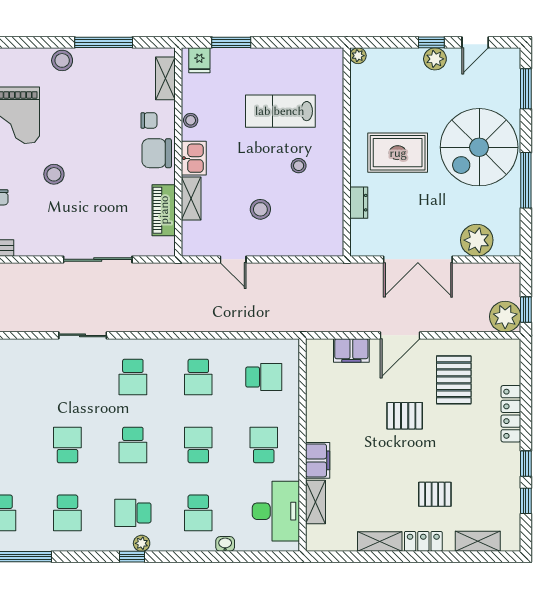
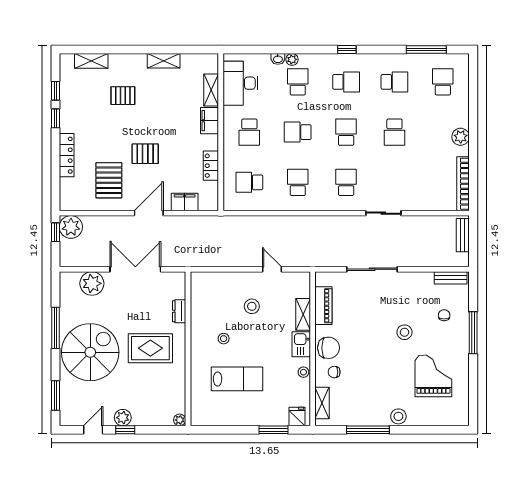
school desk: (198, 445) -> (298, 132), turned 90
school desk: (67, 513) -> (394, 82), turned 90
locker: (423, 541) -> (211, 166), moved, turned 90
plant: (142, 543) -> (292, 59), moved

